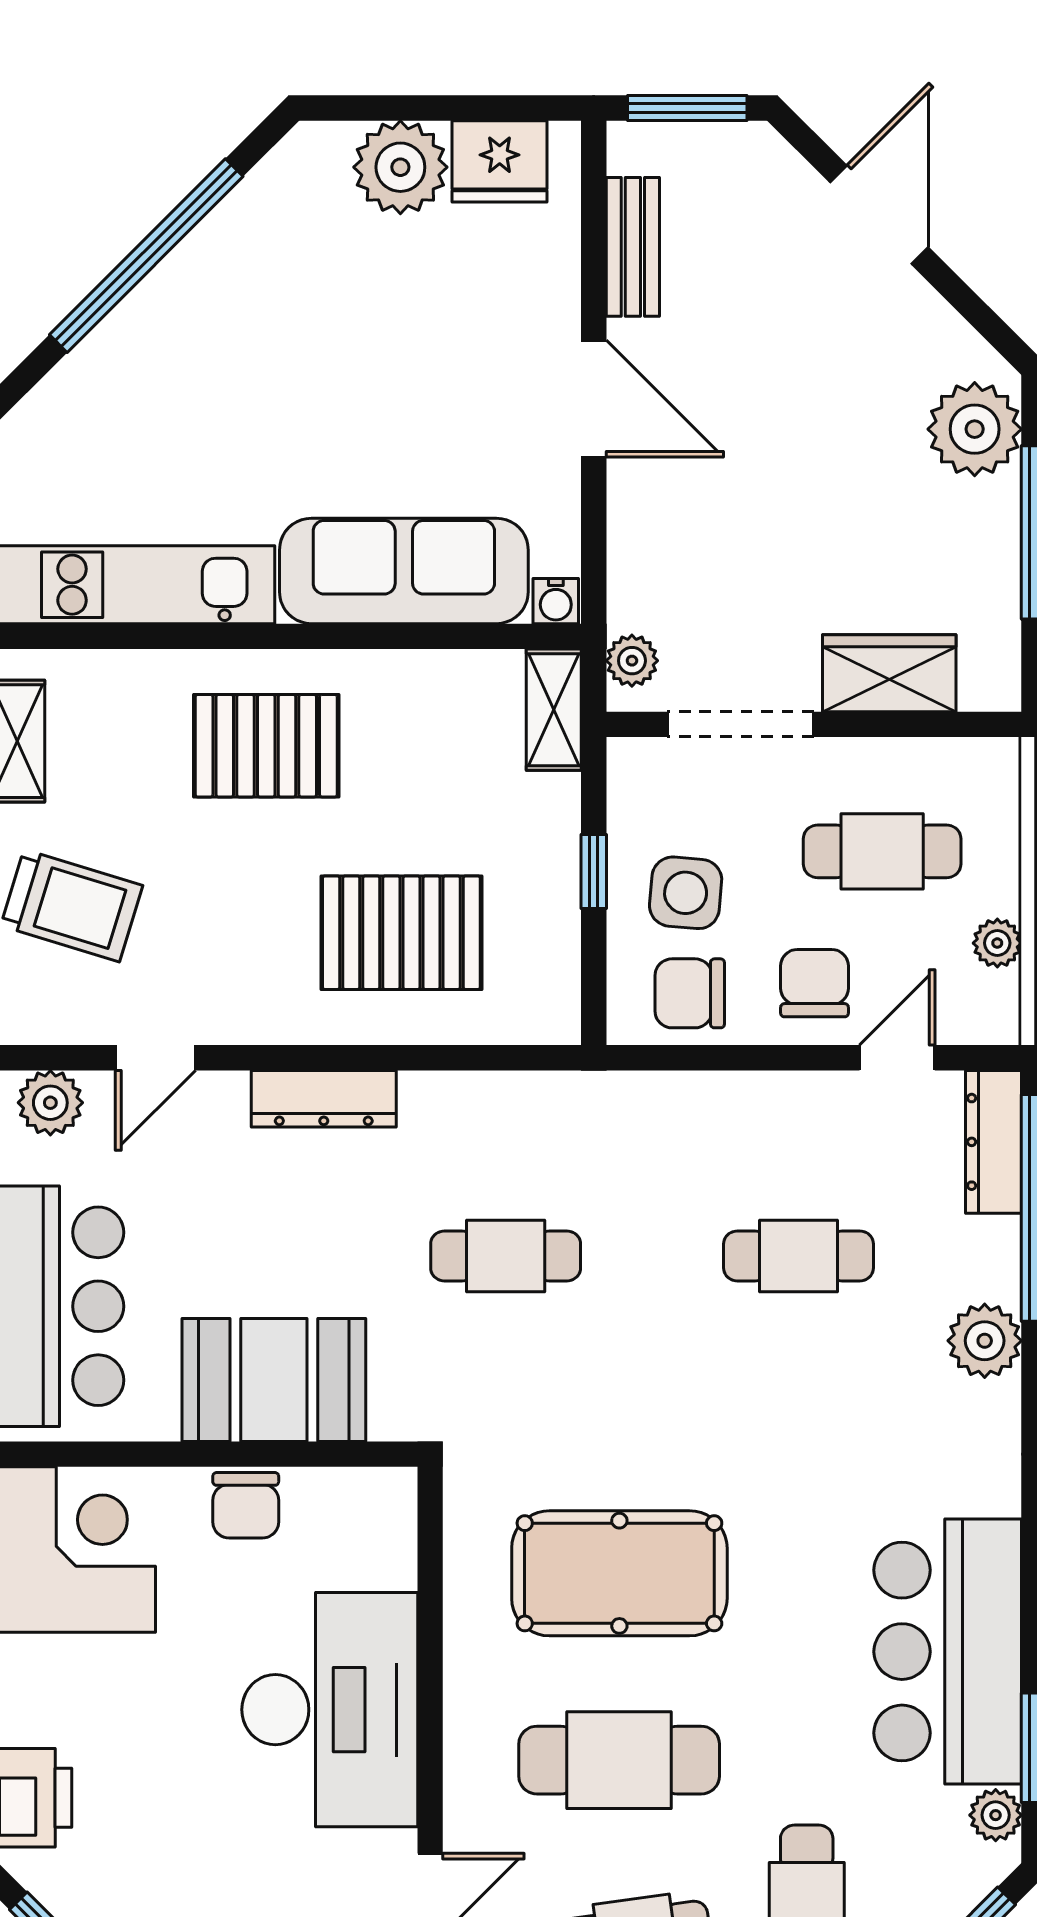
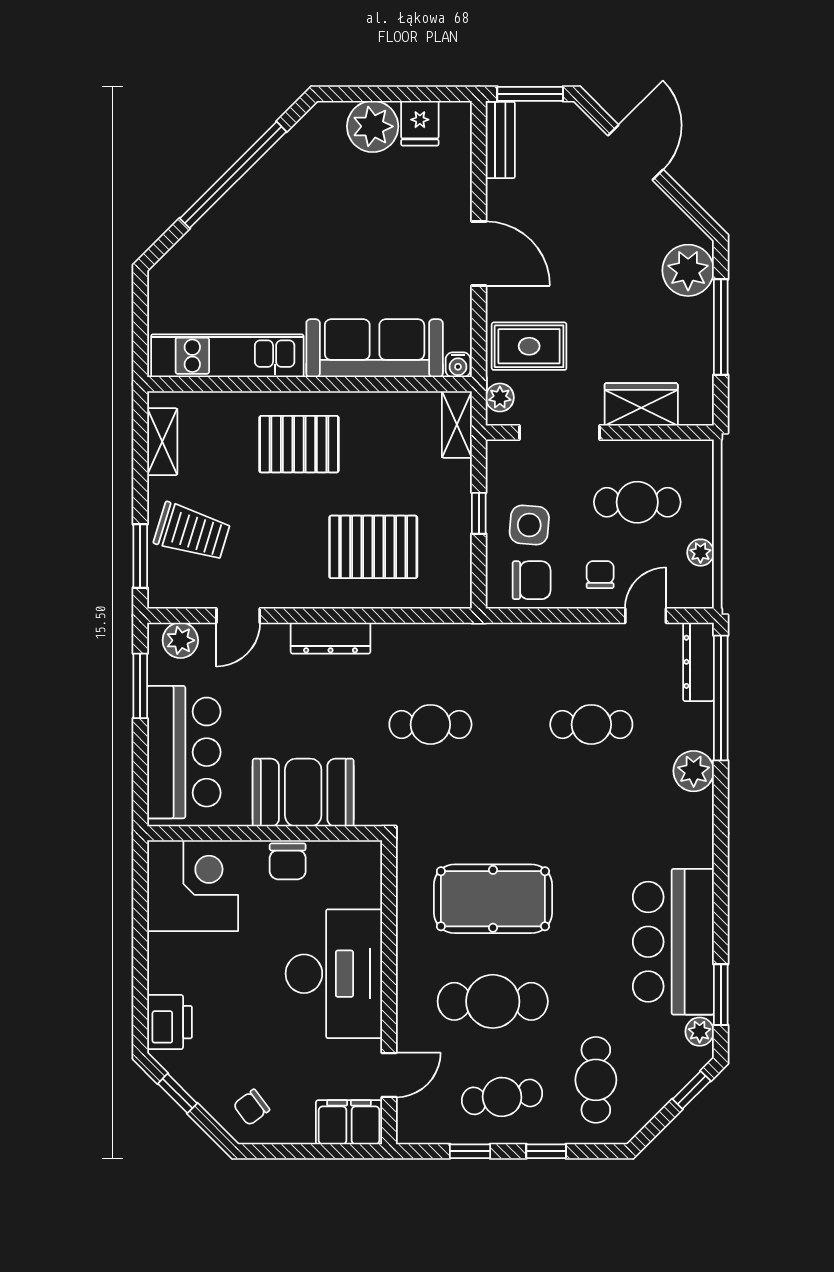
fridge: (500, 161) -> (420, 123), width x0.72
bench: (633, 247) -> (500, 140), moved
rug: (685, 567) -> (529, 346), added
chair: (815, 983) -> (600, 575), width x0.73, depth x0.73
chair: (690, 993) -> (532, 580), turned 180

